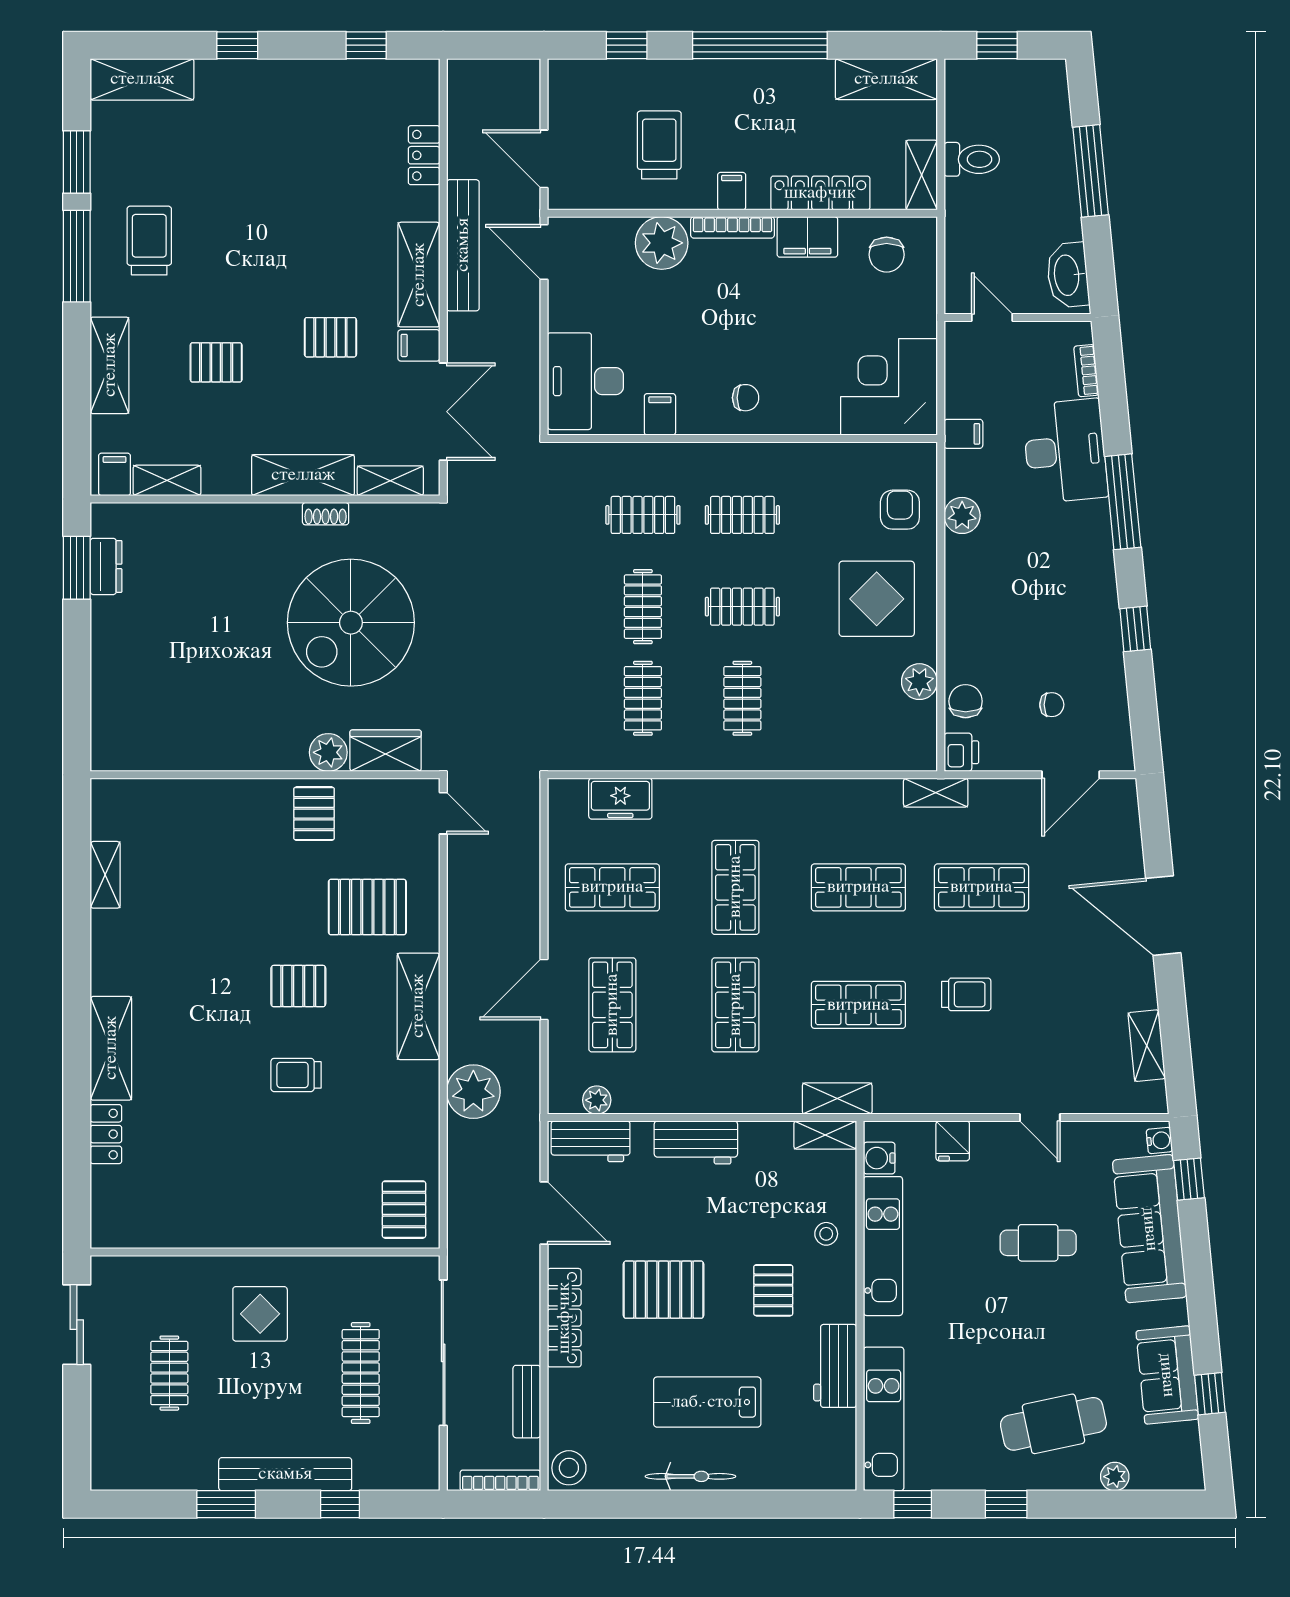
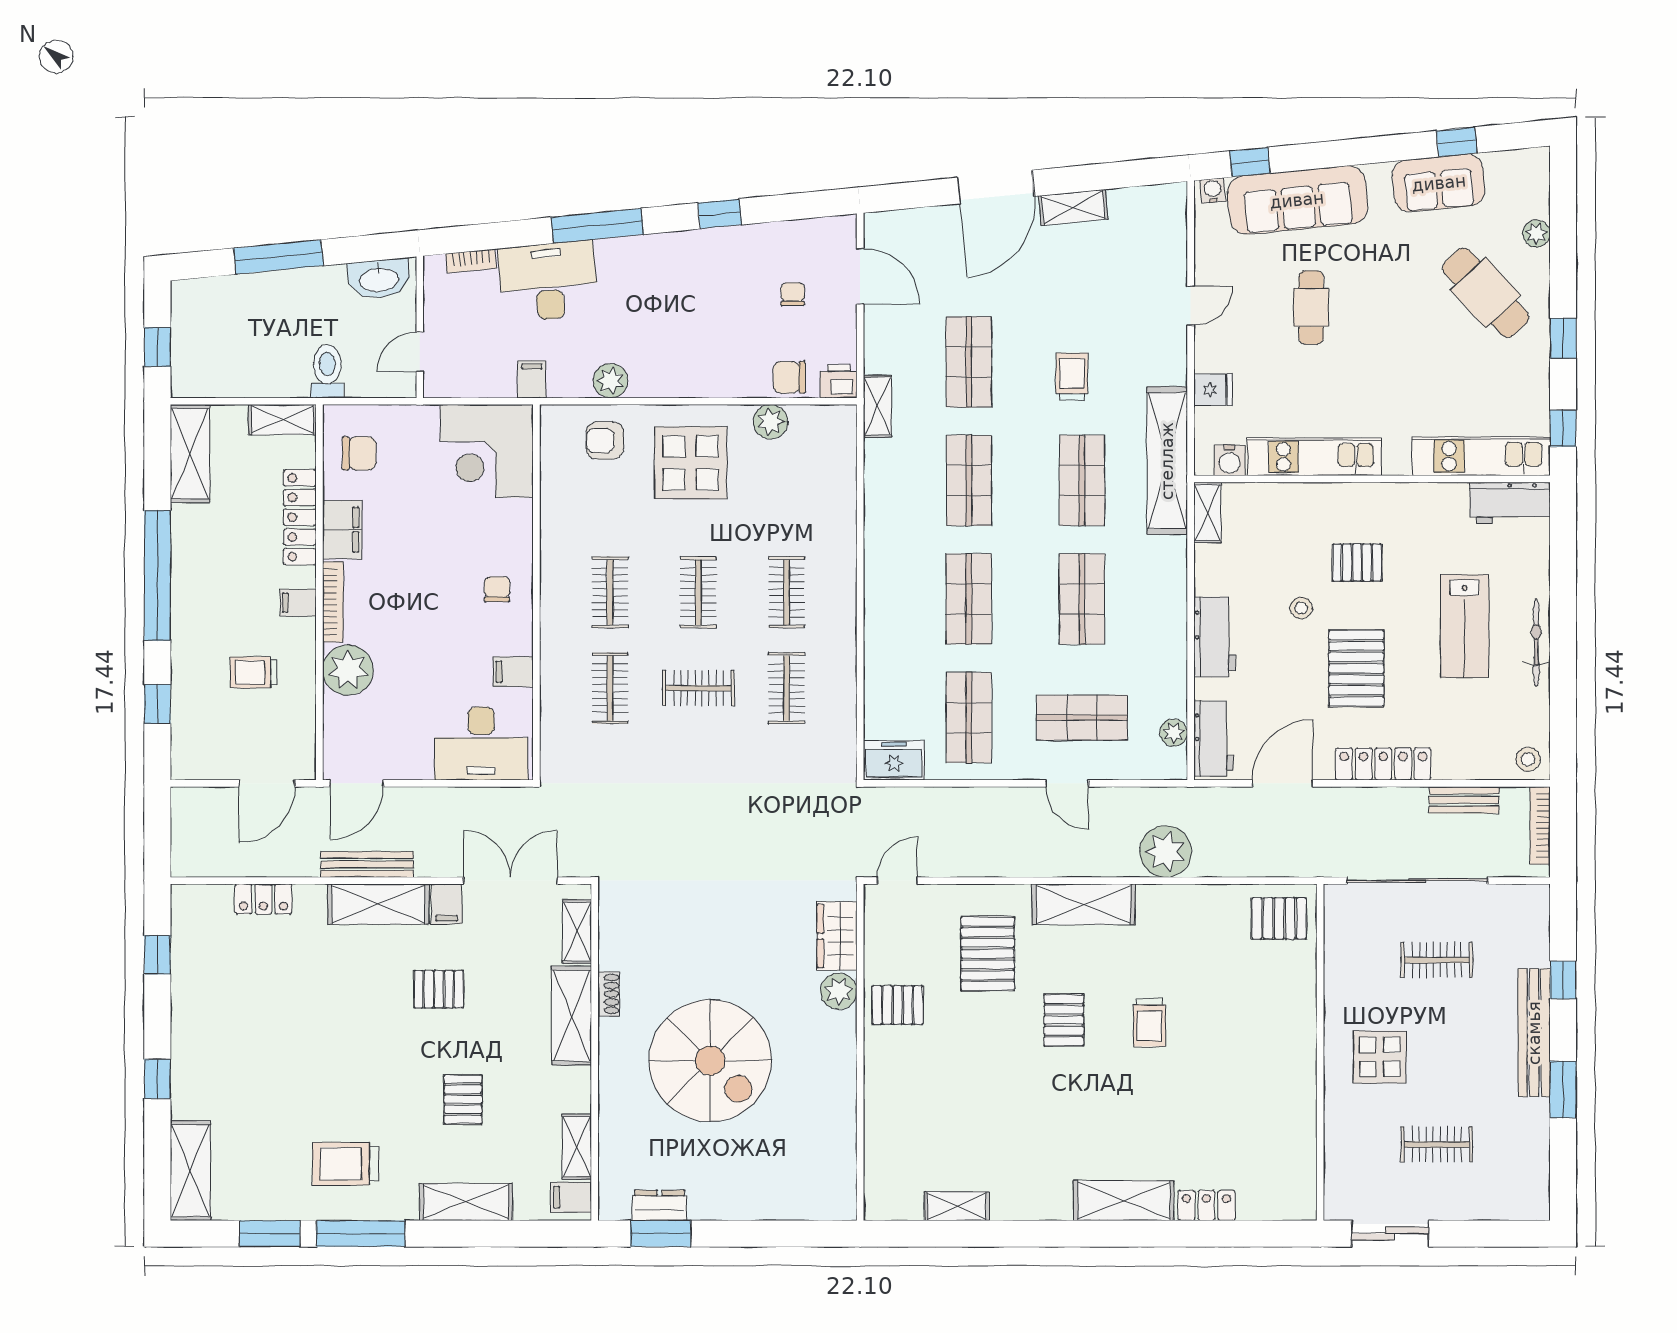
trolley: (659, 145) -> (254, 672), width x0.73, depth x0.72
toilet: (972, 159) -> (327, 371), moved
bench: (463, 245) -> (367, 864), width x0.73, depth x0.82
pallet: (330, 337) -> (439, 989), turned 90
spiral stairs: (351, 623) -> (710, 1061), moved
clothes rail: (643, 698) -> (787, 688), turned 90
clothes rail: (742, 698) -> (787, 592), turned 90
freezer: (620, 799) -> (894, 760), moved, turned -90
shop shelf: (735, 887) -> (969, 599), turned 90
door: (544, 990) -> (1067, 783), width x0.73
shop shelf: (735, 1005) -> (1082, 599), turned 90
shelving: (1147, 1046) -> (1073, 207), moved
shelving: (837, 1099) -> (1167, 461), width x2.20, depth x1.33
stool: (826, 1234) -> (1301, 608), moved
workbench: (835, 1366) -> (1510, 503), moved
clothes rail: (361, 1373) -> (1437, 960), width x0.73
cafe table: (1053, 1424) -> (1486, 293), turned -31
stool: (569, 1468) -> (1528, 759), width x0.73, depth x0.73

